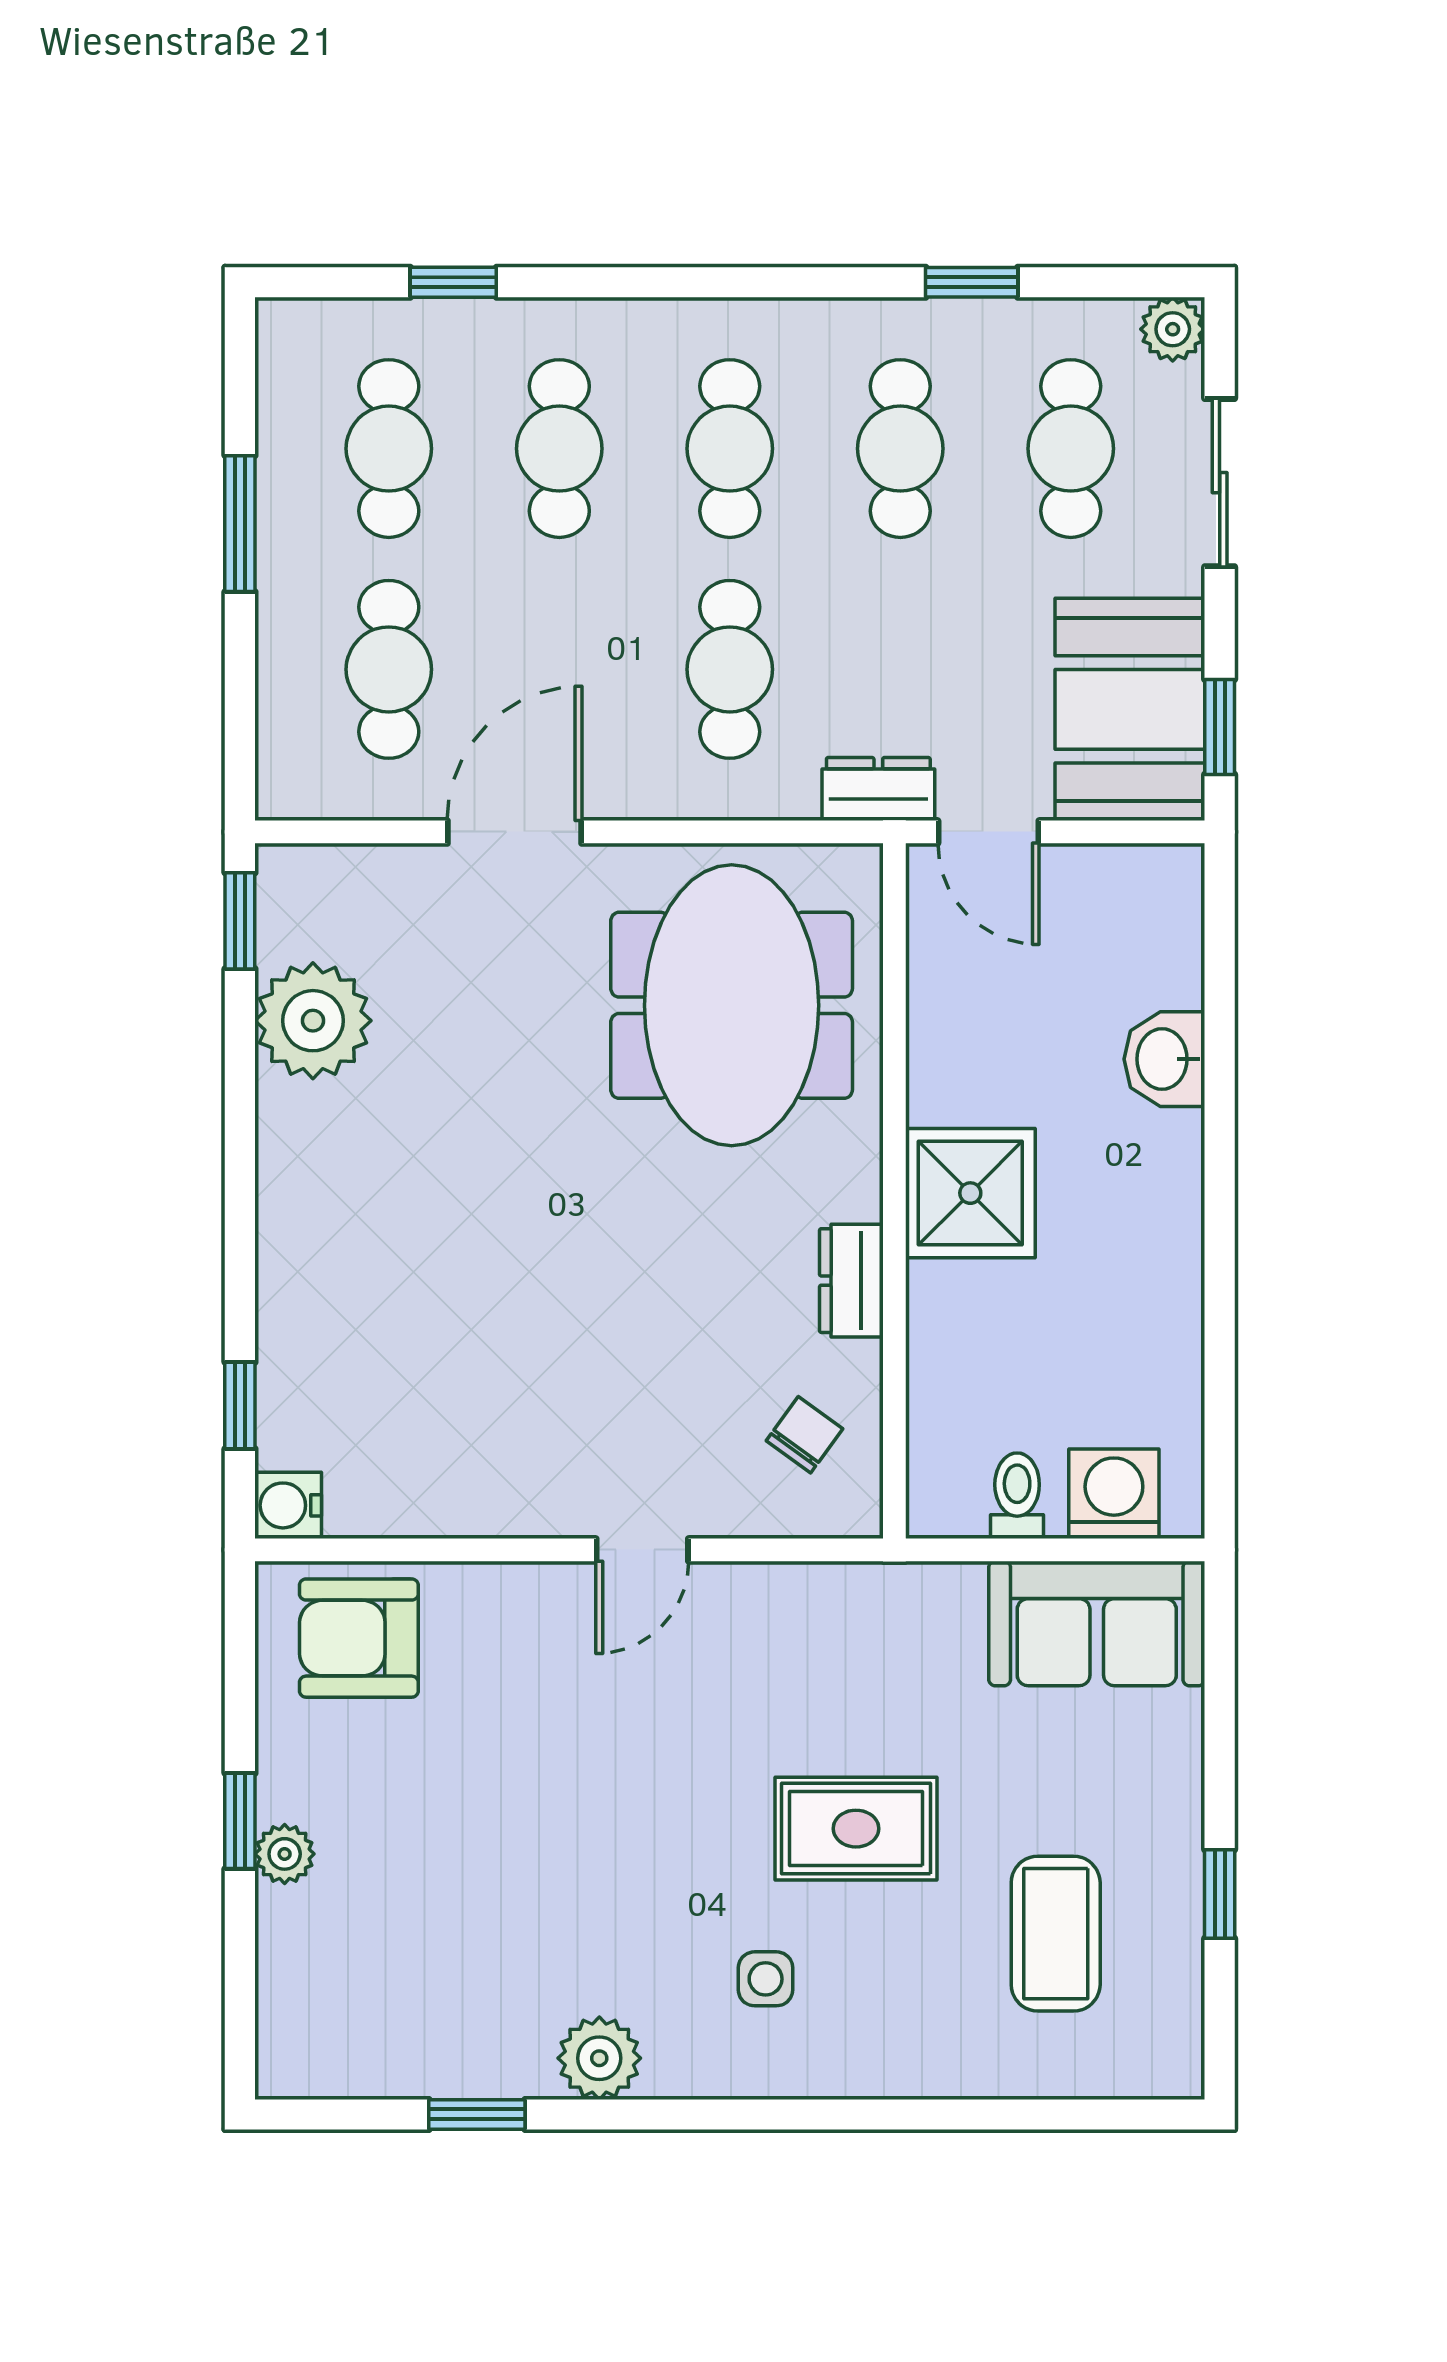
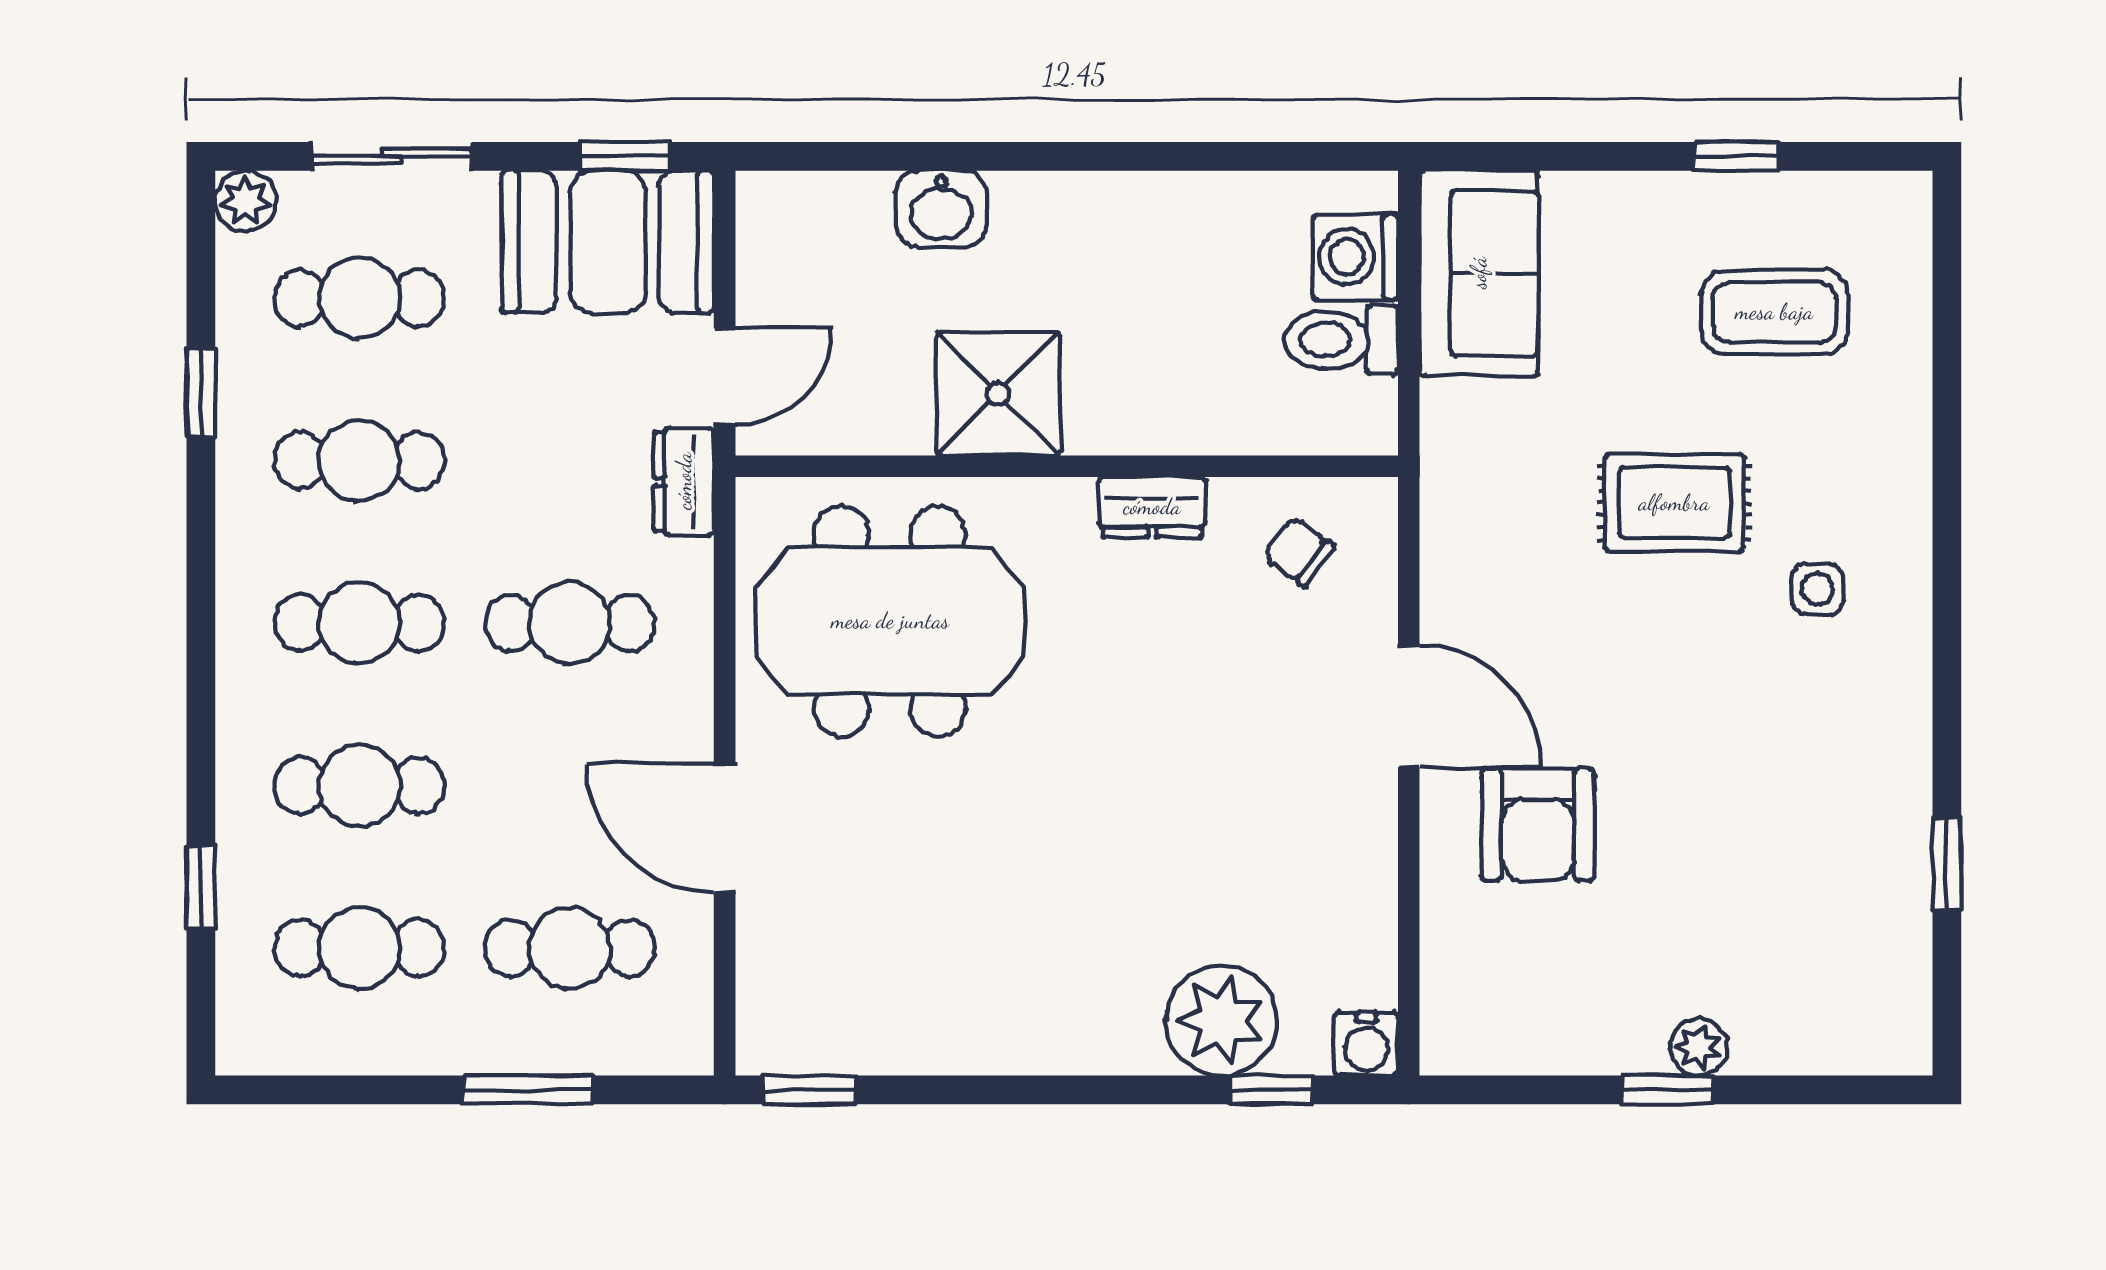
window: (240, 524) -> (528, 1090), moved
plant: (313, 1021) -> (1221, 1020), moved
shower: (970, 1193) -> (998, 394), moved
toilet: (1017, 1496) -> (1341, 340), width x1.37, depth x1.39
door: (642, 1550) -> (1409, 706), width x1.38
armchair: (359, 1638) -> (1538, 824), moved
rug: (856, 1829) -> (1674, 503), turned 90
plant: (599, 2058) -> (1893, 747), removed

